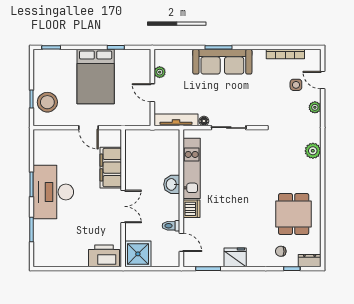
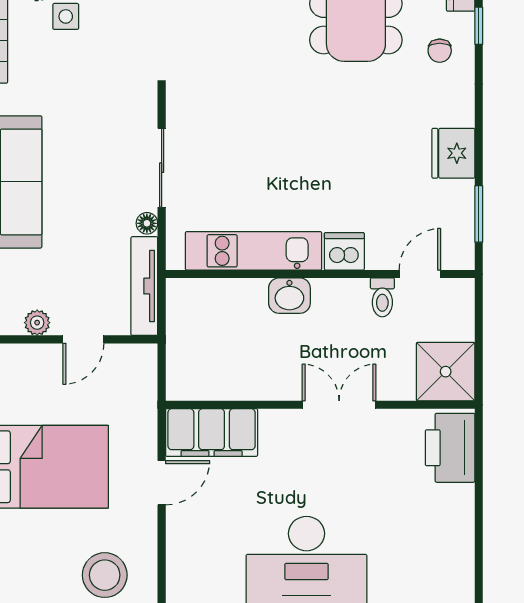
filing cabinet: (111, 168) -> (212, 433), moved

